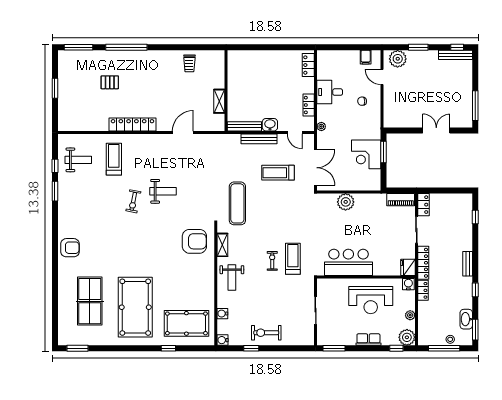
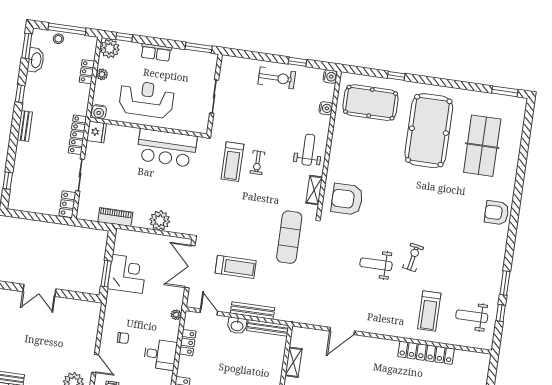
locker: (132, 125) -> (426, 353), moved
piano: (401, 200) -> (115, 217), moved
locker: (423, 290) -> (87, 72), moved

